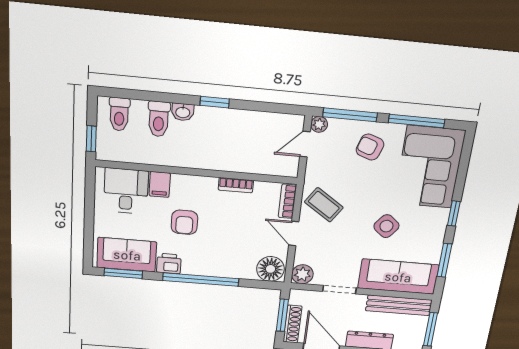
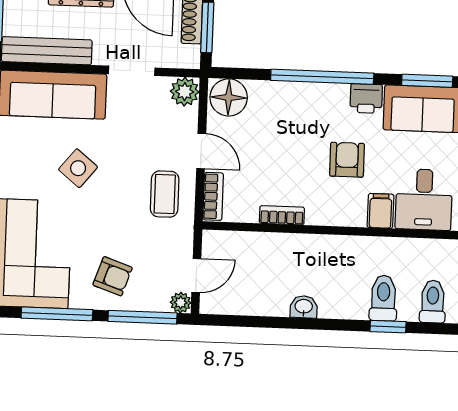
window: (215, 102) -> (388, 327), moved
washbasin: (183, 112) -> (304, 307), moved
coffee table: (324, 205) -> (165, 194), turned 56

